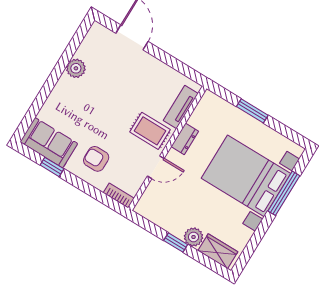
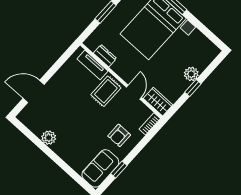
dresser: (185, 139) -> (105, 56), moved
wardrobe: (218, 251) -> (158, 102), moved, turned 90

